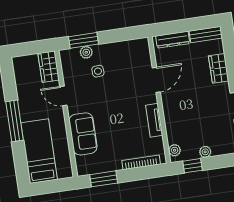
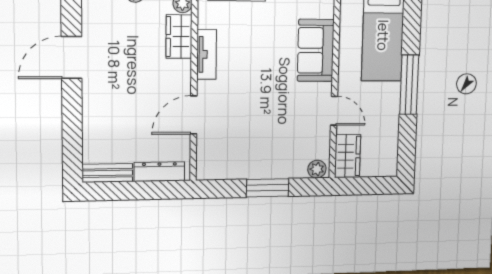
window: (83, 40) -> (268, 188), moved
plant: (86, 52) -> (317, 169), moved
wardrobe: (219, 68) -> (179, 37), moved, turned 180
side table: (98, 71) -> (278, 140), removed

